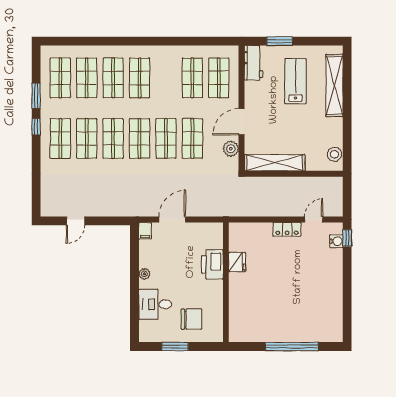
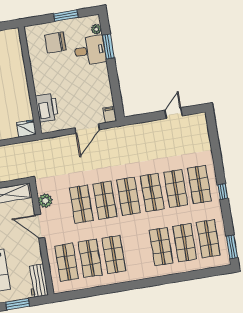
shop shelf: (140, 78) -> (114, 254), moved
window: (36, 96) -> (232, 247), moved
door: (242, 122) -> (40, 226), swing flipped
fridge: (237, 262) -> (26, 128), moved, turned 90
printer: (212, 264) -> (47, 108), moved
plant: (144, 274) -> (96, 29), moved
window: (135, 305) -> (108, 46), added

